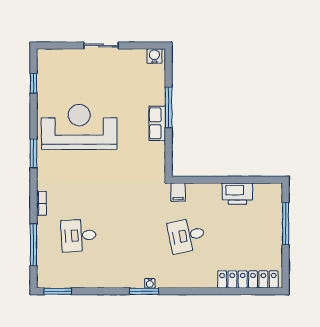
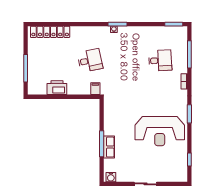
row of seats: (157, 123) -> (109, 147), moved

